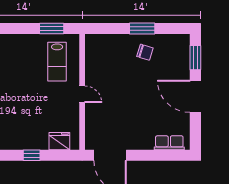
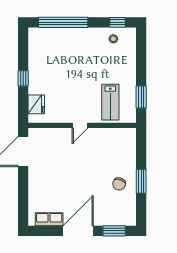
lab bench: (57, 62) -> (110, 102), turned -90
row of seats: (169, 143) -> (49, 219), moved, turned -90

